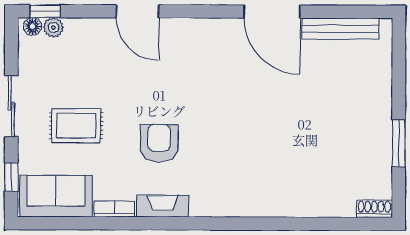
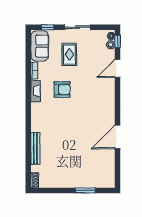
door: (138, 11) -> (118, 68), moved
bench: (341, 29) -> (35, 148), moved
window: (399, 143) -> (85, 190), moved

